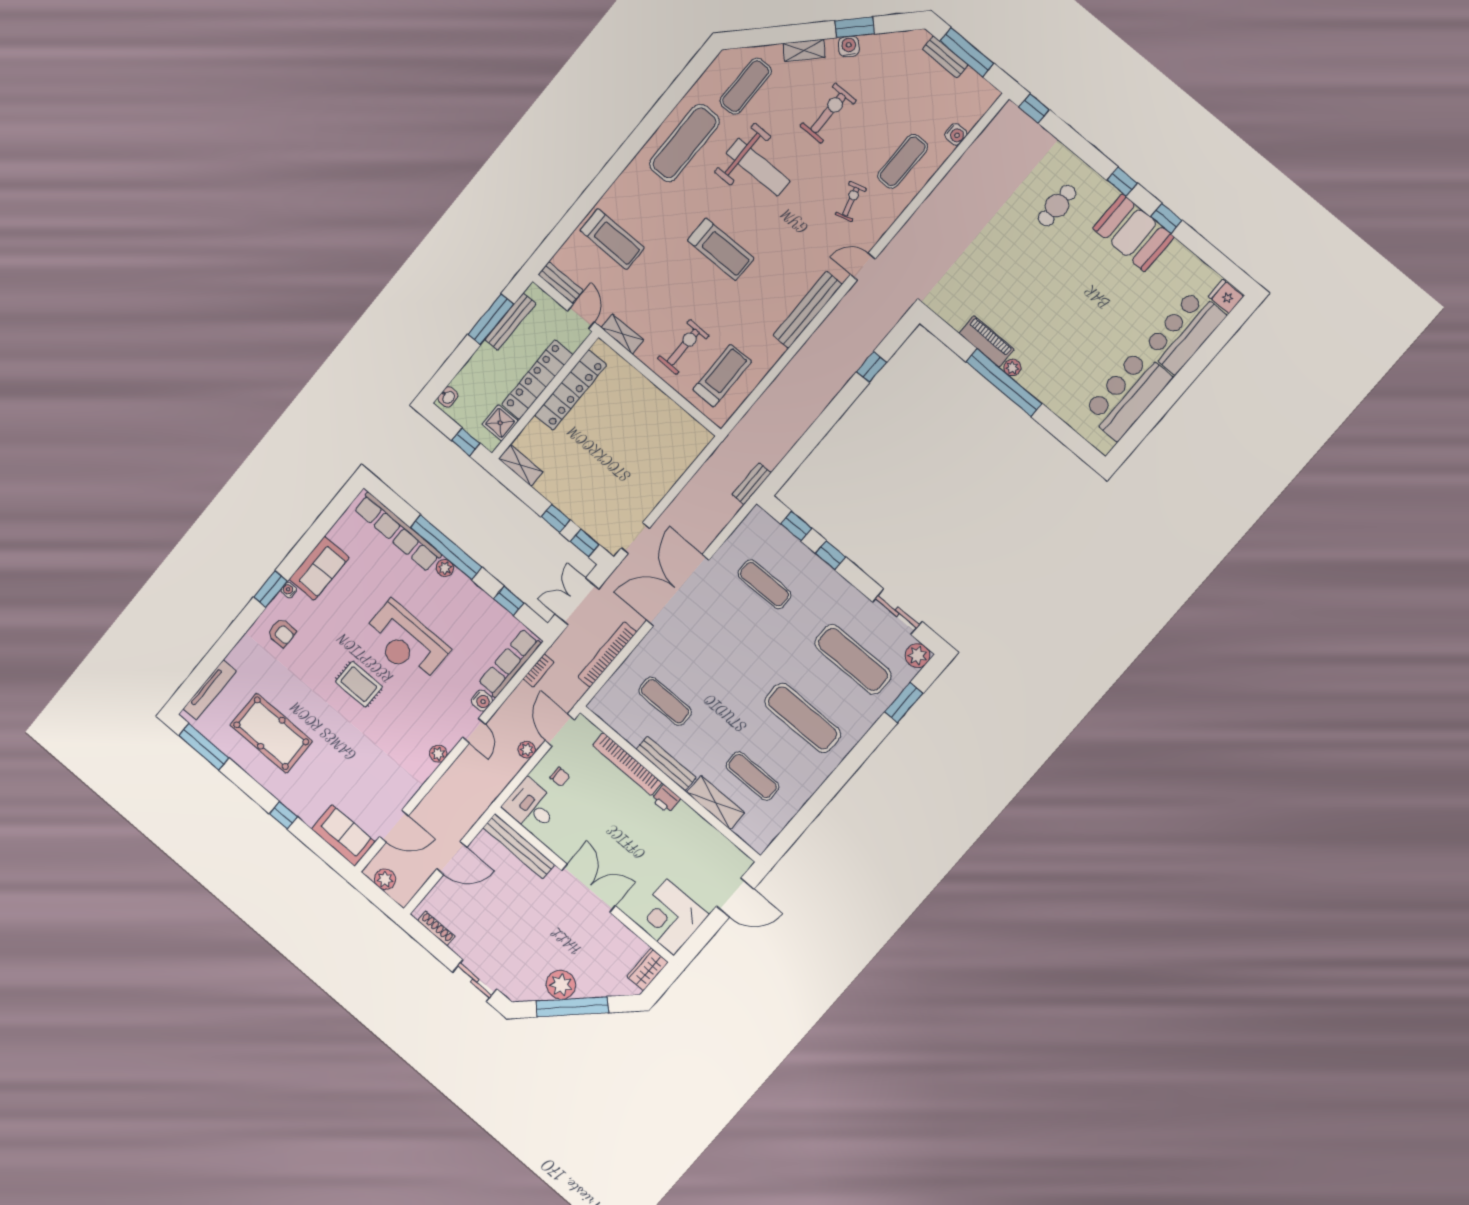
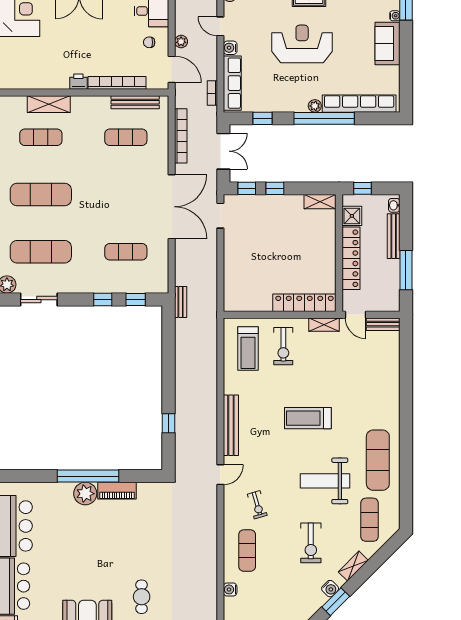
treadmill: (612, 239) -> (374, 373), removed
bench: (510, 322) -> (394, 236), moved
plant: (1012, 368) -> (85, 494), width x1.87, depth x1.87
locker: (571, 390) -> (304, 303), moved, turned 90
bench: (666, 763) -> (135, 102), moved

